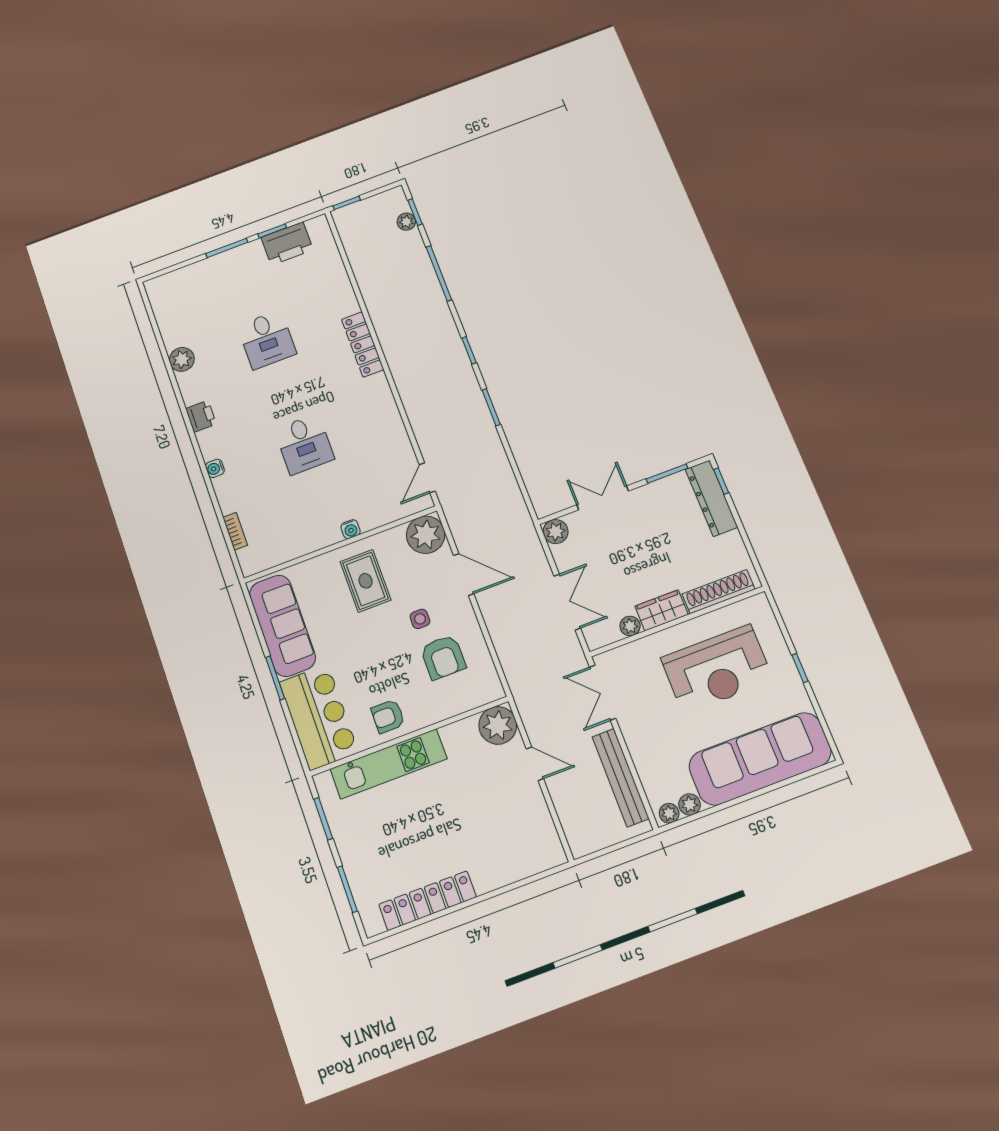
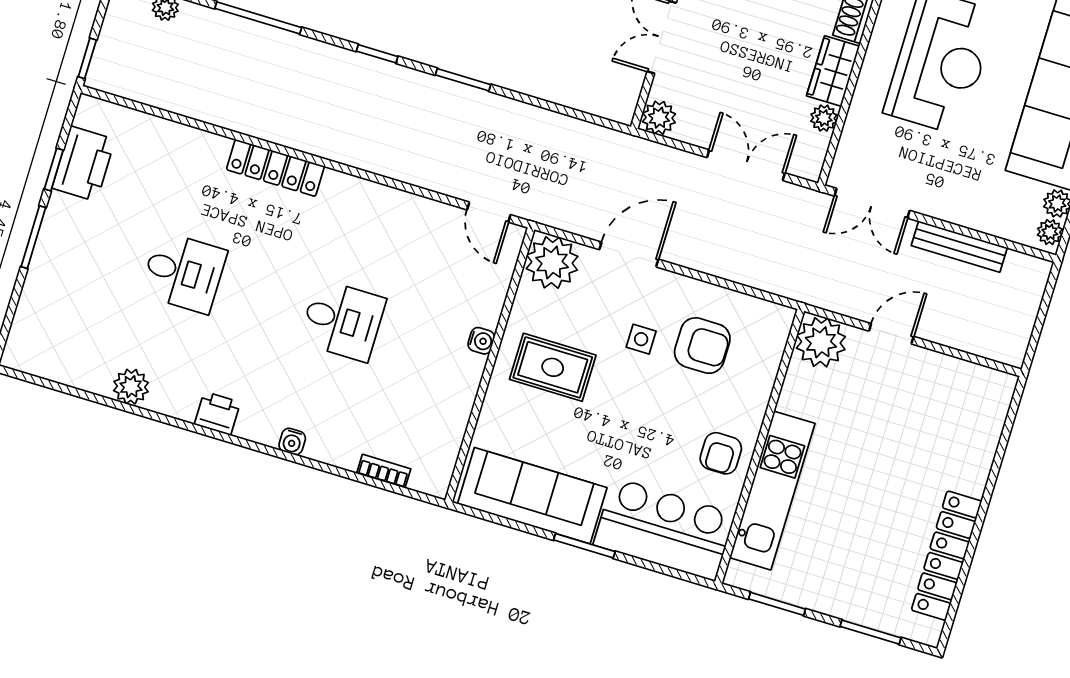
bench: (620, 778) -> (959, 247), width x0.73, depth x0.82

